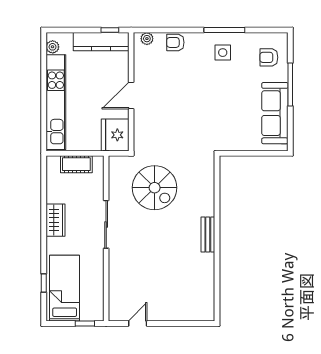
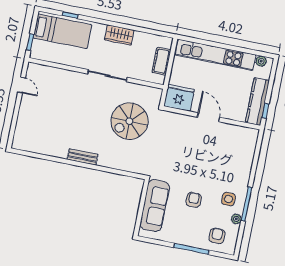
plant: (147, 39) -> (236, 219), moved
armchair: (175, 42) -> (194, 200), moved
sofa: (275, 113) -> (155, 206), moved, turned 90

